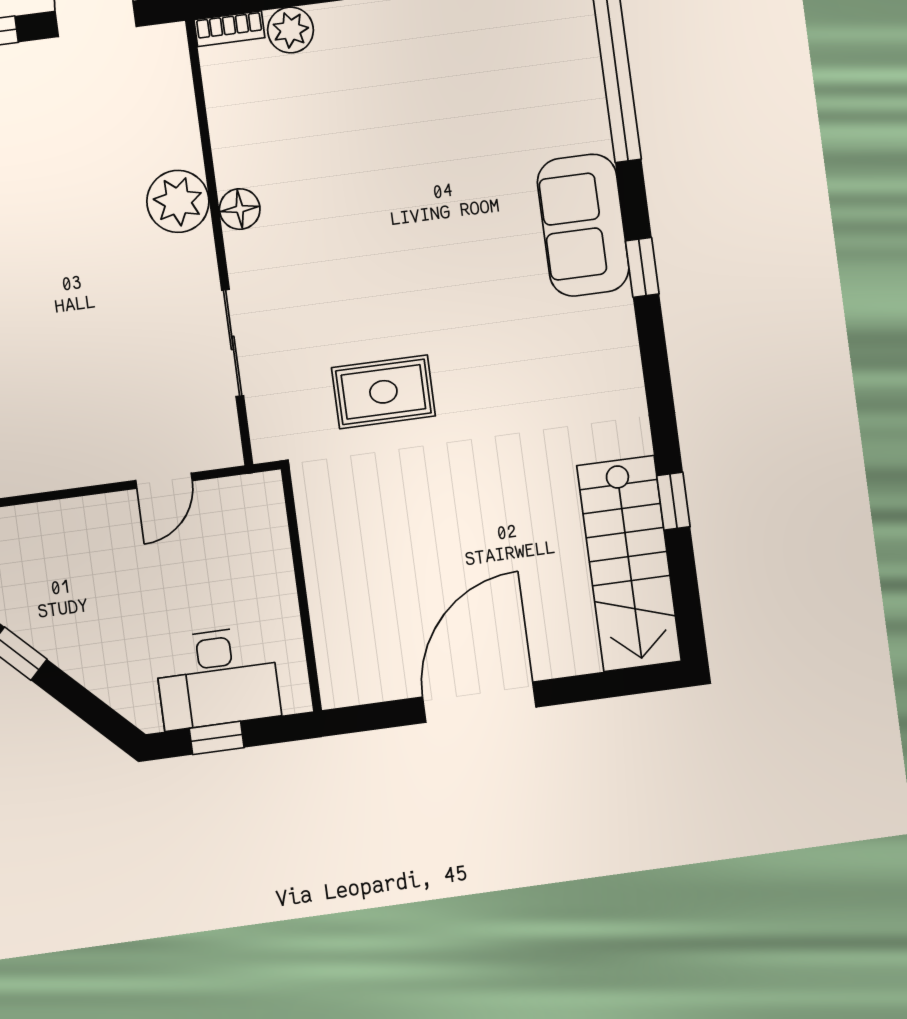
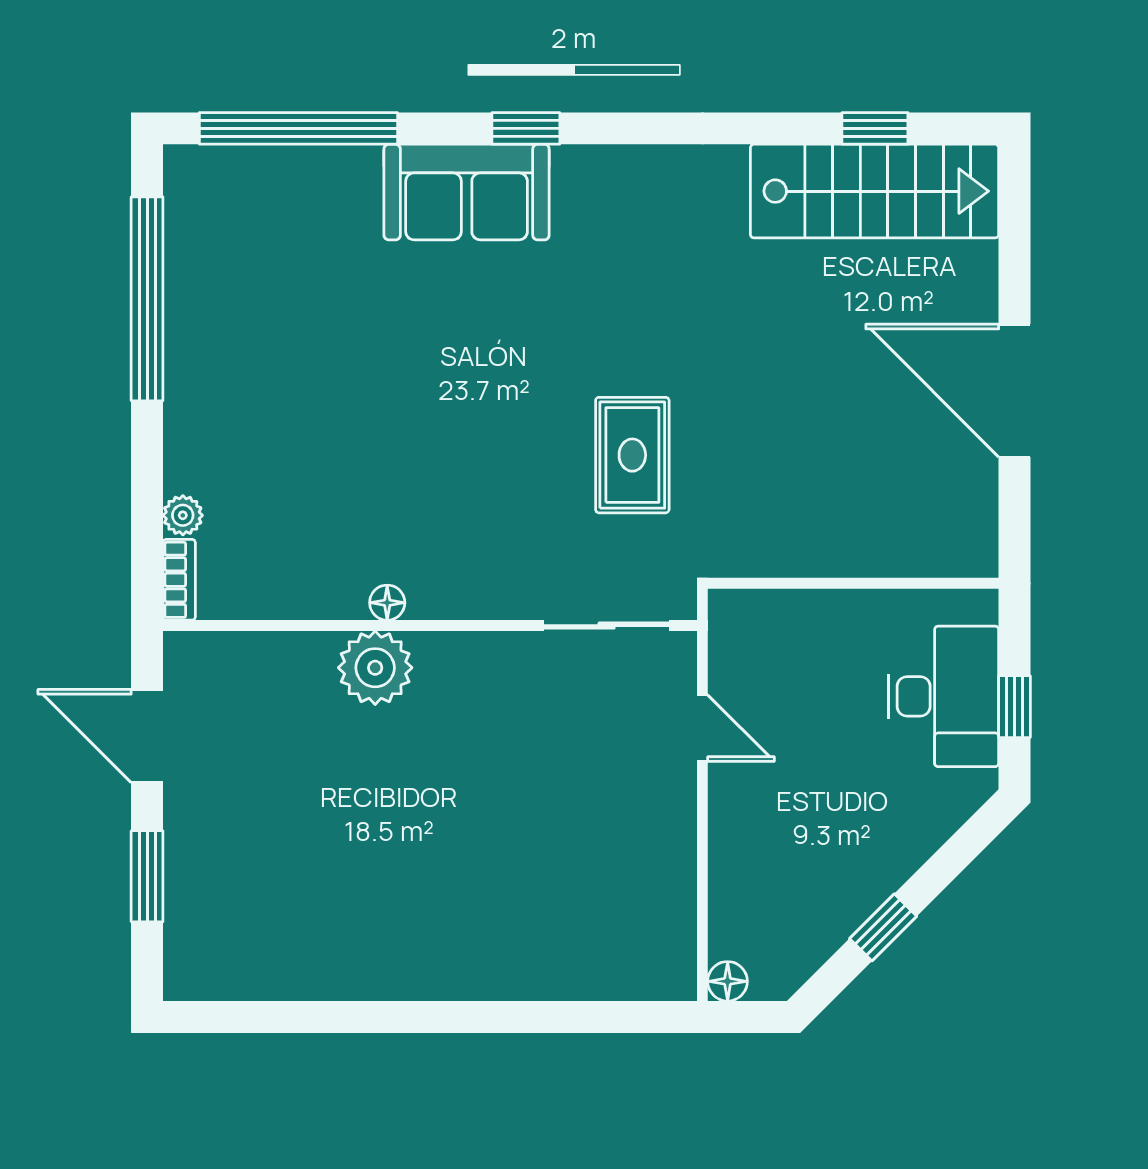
plant: (291, 30) -> (183, 515), width x0.73, depth x0.73
floor lamp: (240, 209) -> (387, 603), width x0.73, depth x0.73
sliding door: (233, 343) -> (607, 626), moved
window: (673, 501) -> (875, 128), moved

